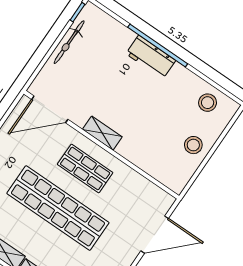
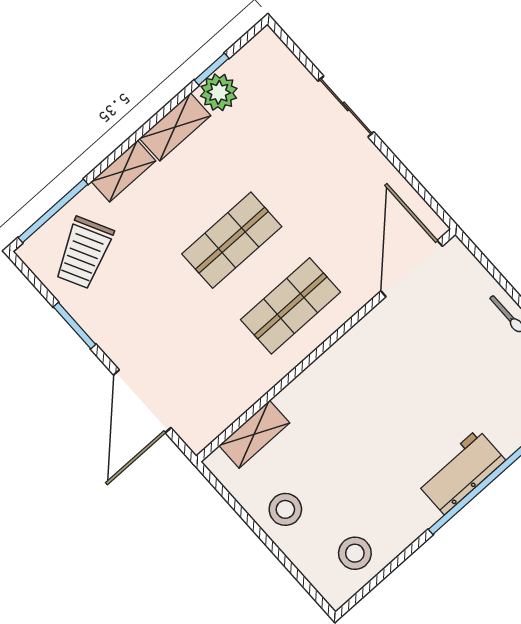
shelving: (102, 133) -> (254, 434), moved
shop shelf: (58, 208) -> (232, 240), width x0.50, depth x0.74

